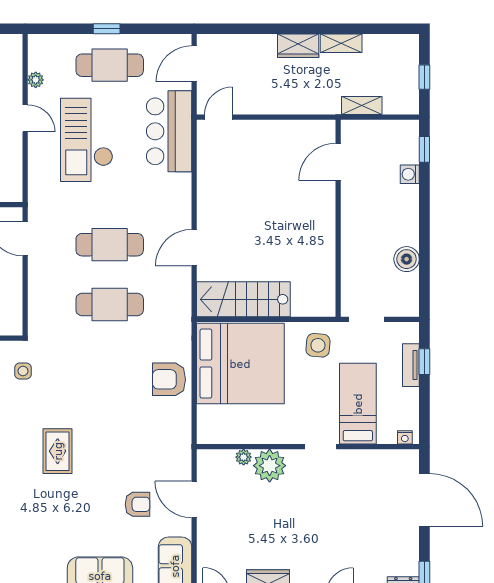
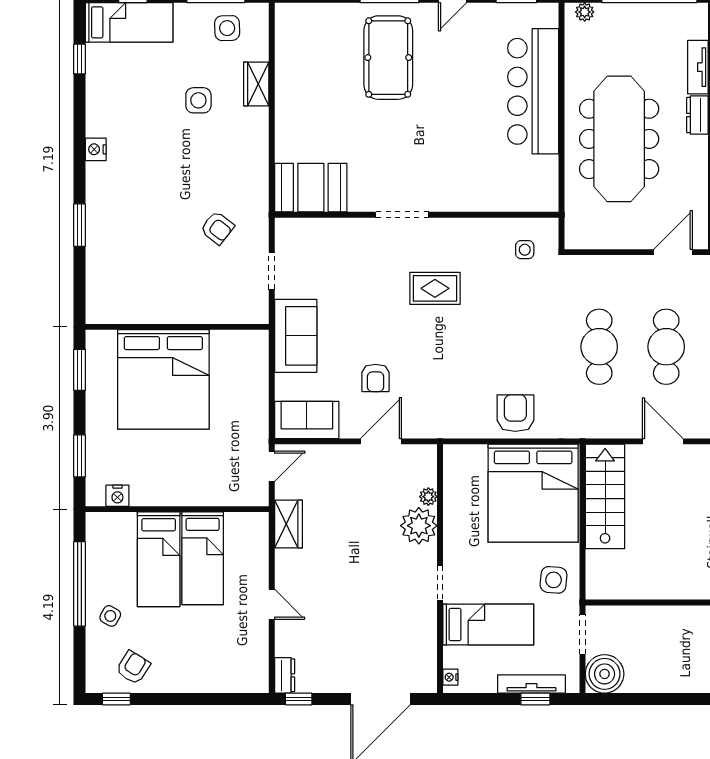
boiler: (407, 259) -> (605, 674), moved, width x1.37, depth x1.37
tv unit: (411, 365) -> (531, 684), width x1.41

